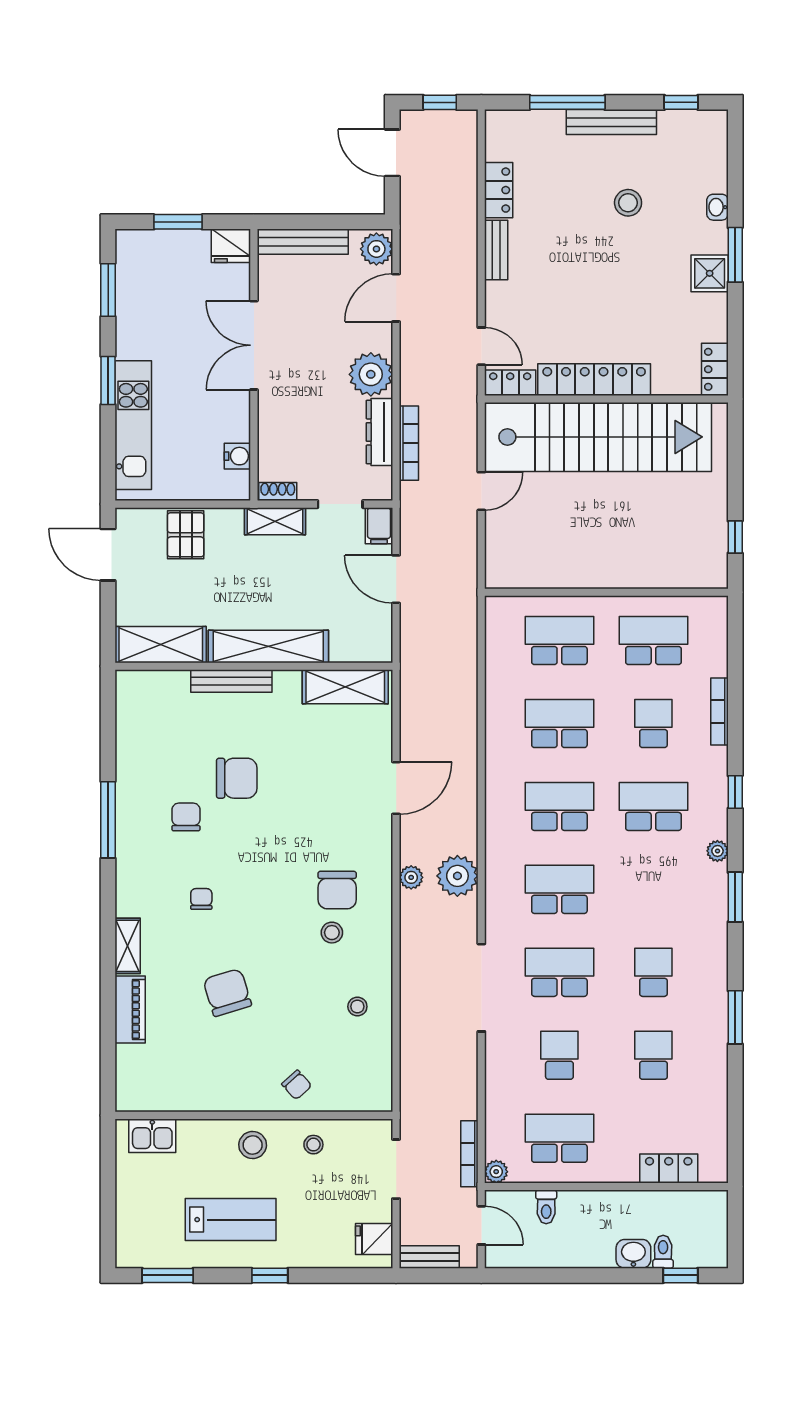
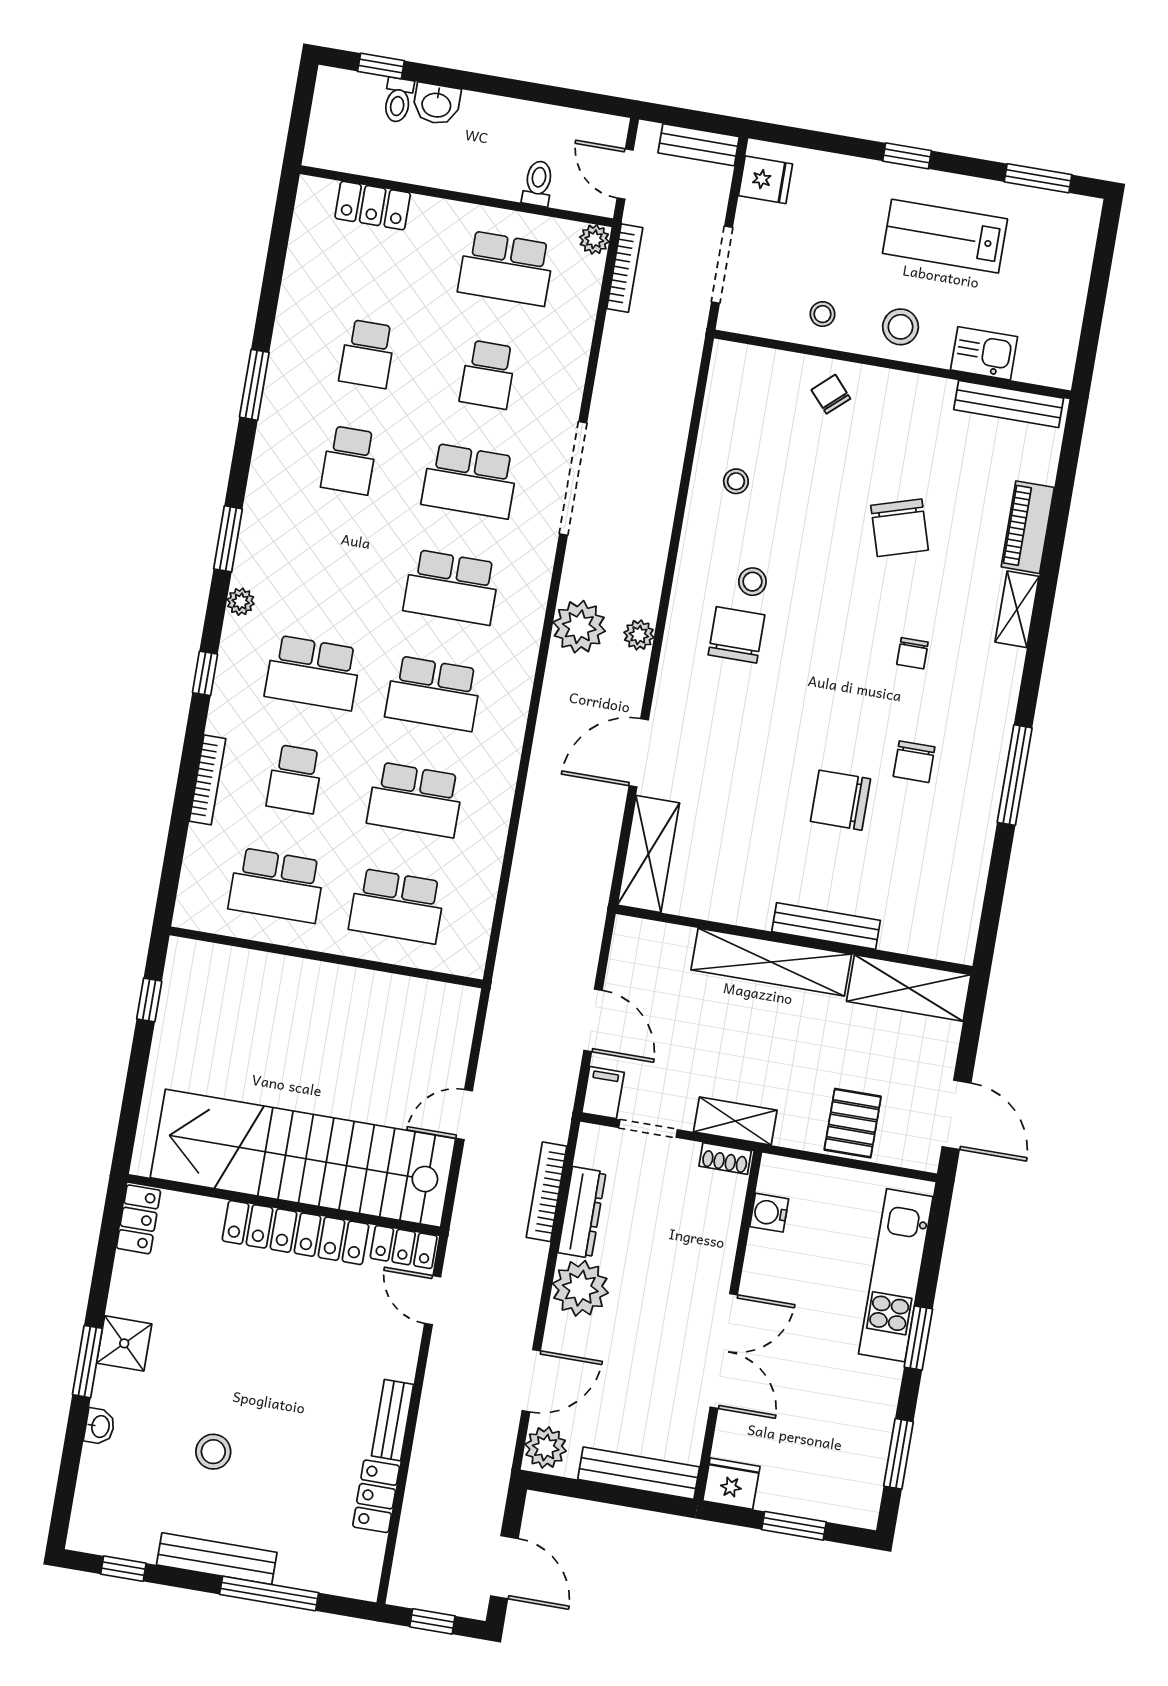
shelving: (345, 687) -> (648, 854), moved, turned 90
bench: (161, 1101) -> (1009, 404), added
kitchen sink: (152, 1136) -> (984, 353), moved

